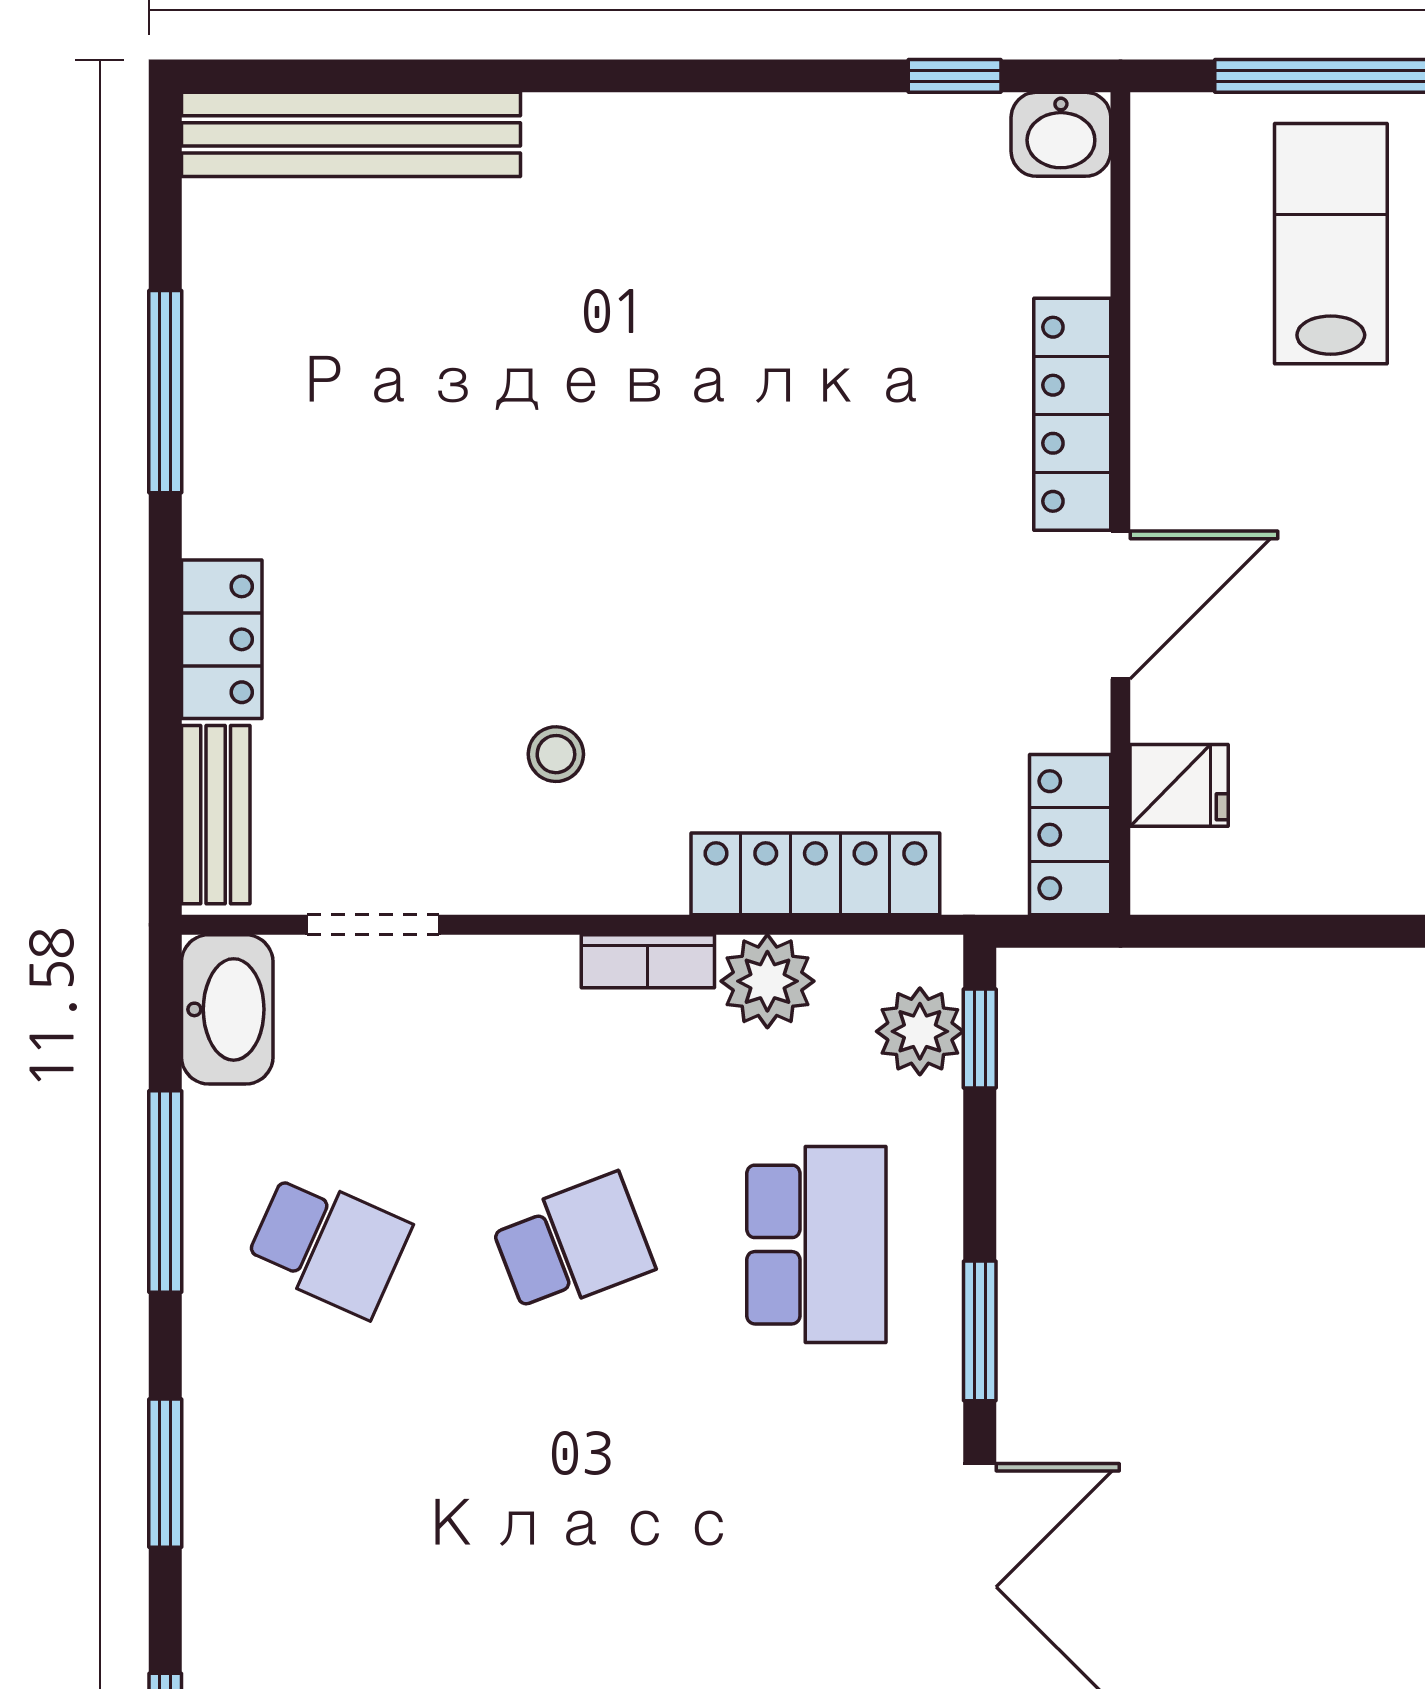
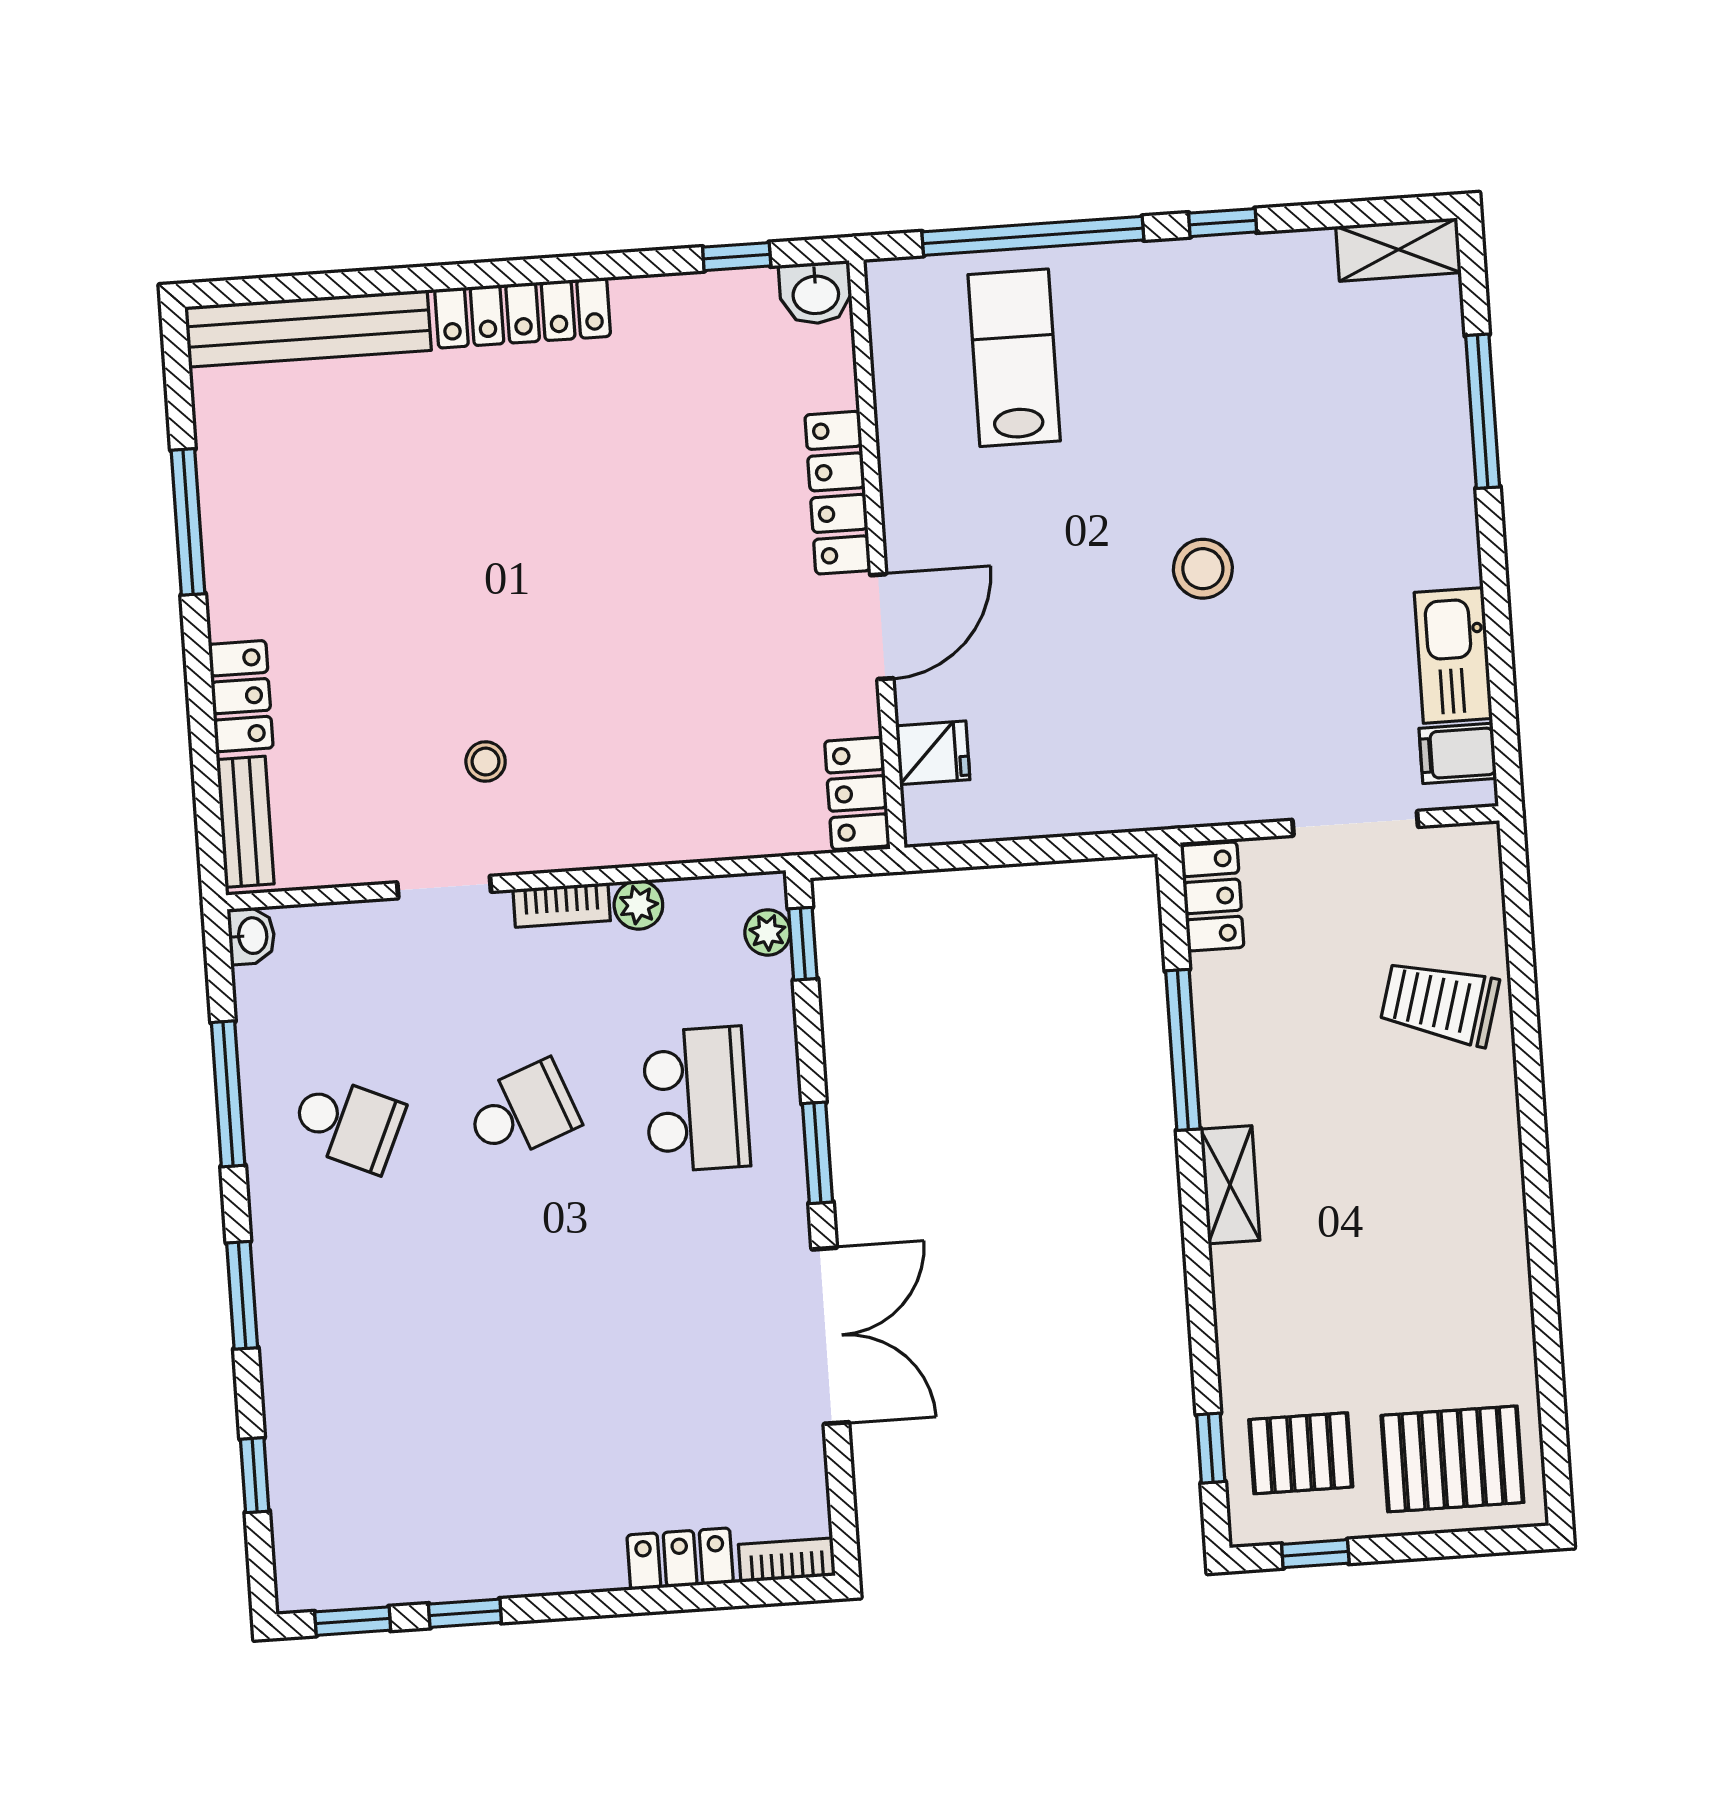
locker: (815, 874) -> (523, 313), moved, turned 180
doorway: (373, 925) -> (444, 887), moved
plant: (767, 981) -> (638, 905), width x0.73, depth x0.73
washbasin: (227, 1009) -> (251, 936), width x0.52, depth x0.69
plant: (920, 1031) -> (768, 932), width x0.73, depth x0.73

